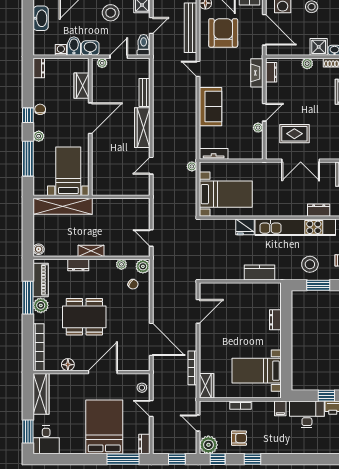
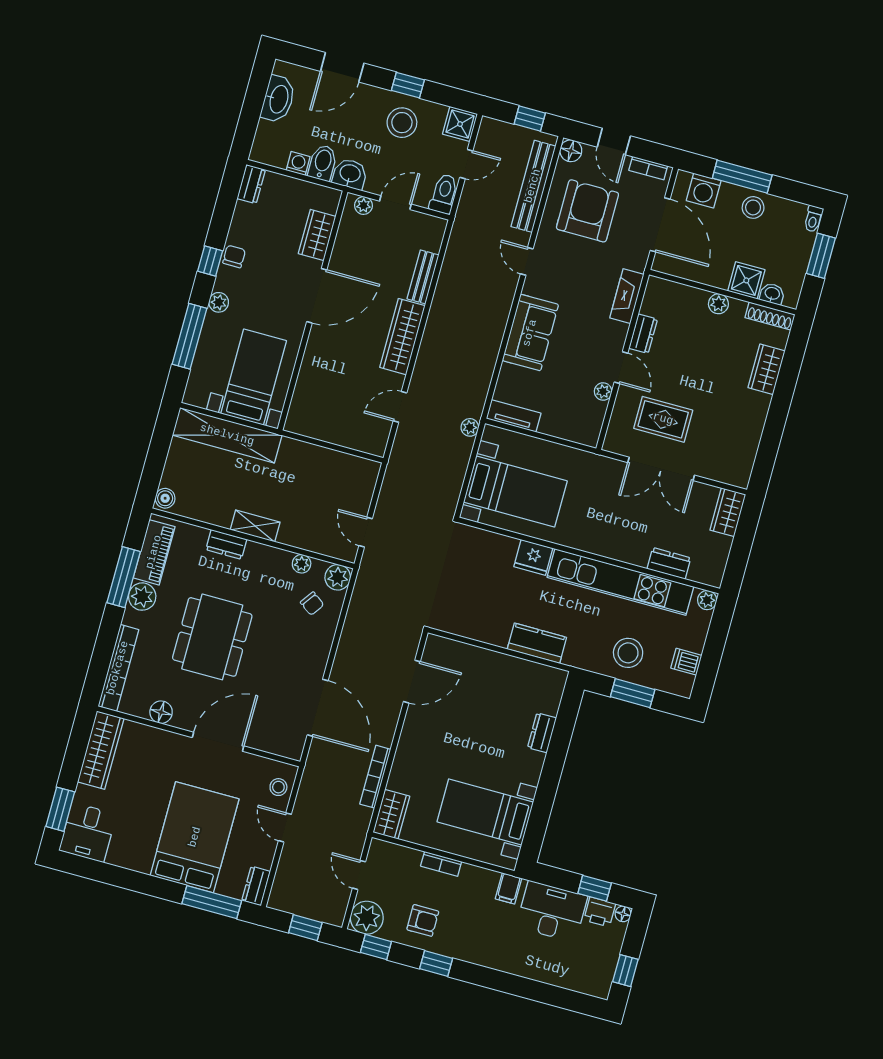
dresser: (271, 72) -> (643, 334), moved
door: (264, 112) -> (621, 368), hinge flipped
dining table: (84, 317) -> (212, 637), turned 90

